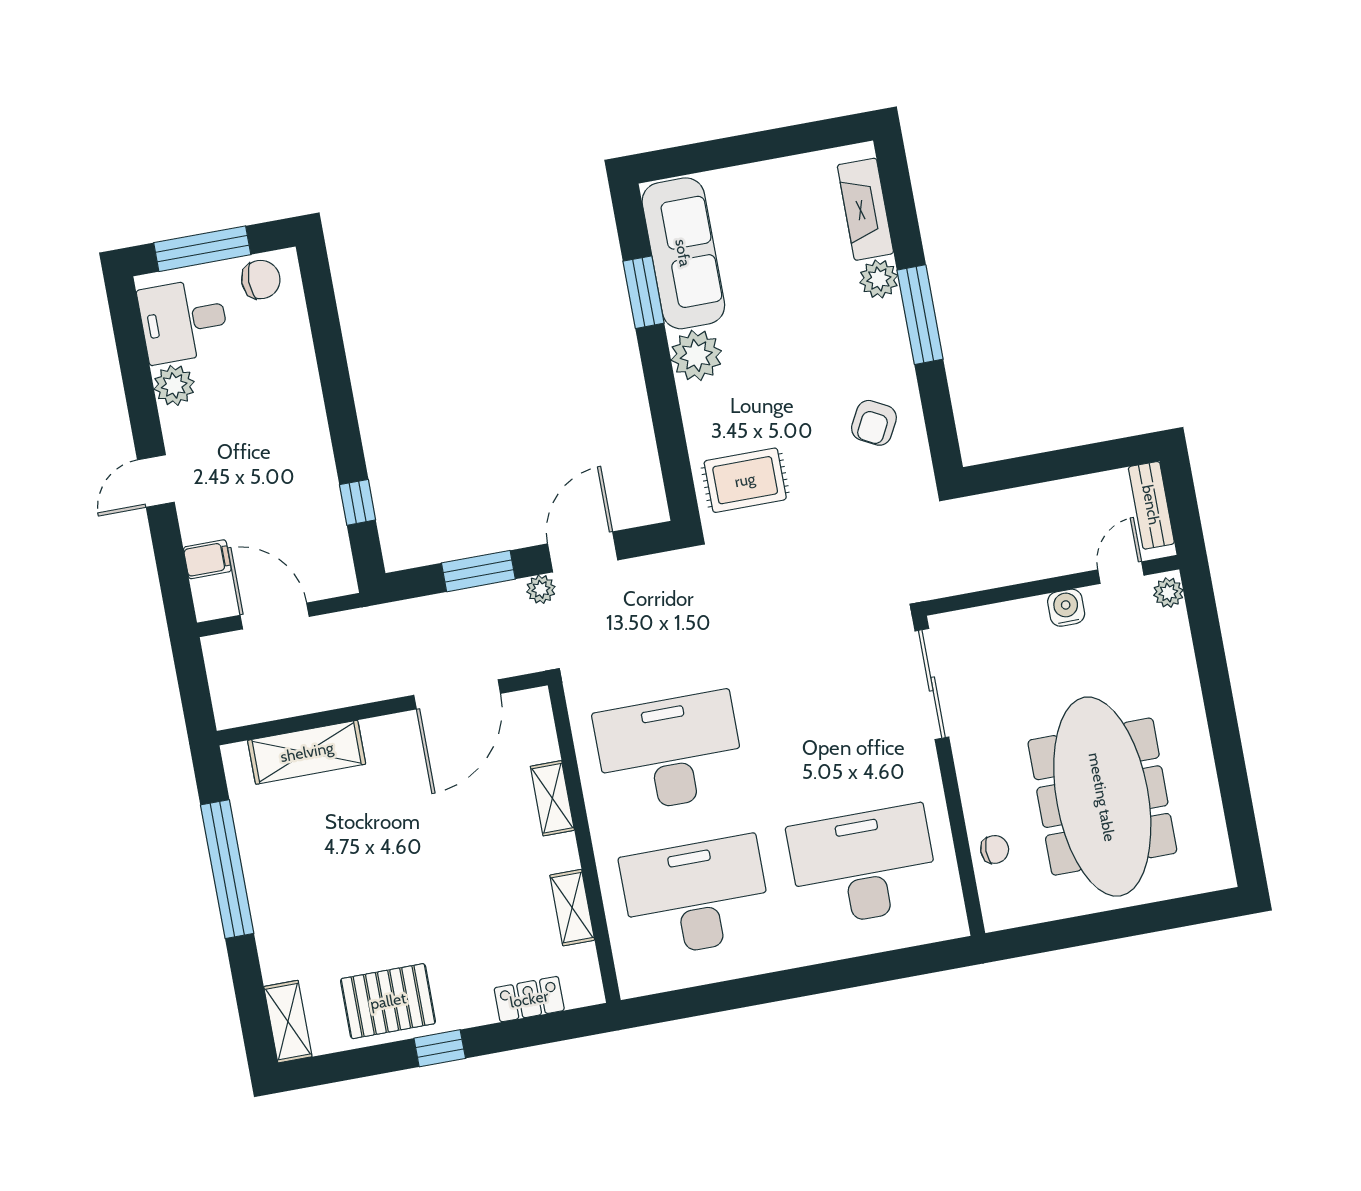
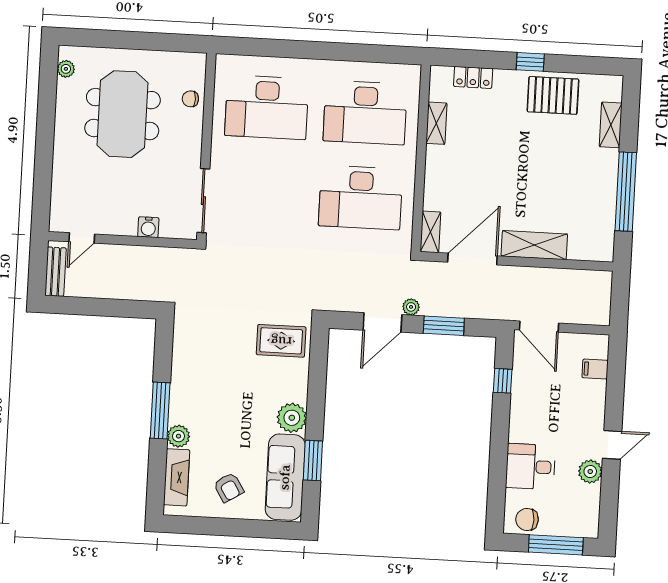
desk: (184, 321) -> (531, 467), moved, turned 180
armchair: (874, 423) -> (229, 487), moved, turned 120
door: (156, 481) -> (612, 445), moved
plant: (1168, 593) -> (66, 69), moved
water cooler: (1066, 608) -> (148, 227), moved
door: (275, 616) -> (539, 327), moved
shelving: (307, 752) -> (534, 245), moved
meeting table: (1102, 797) -> (123, 114), width x0.73
shelving: (552, 798) -> (430, 232), moved
shelving: (288, 1022) -> (611, 125), moved

